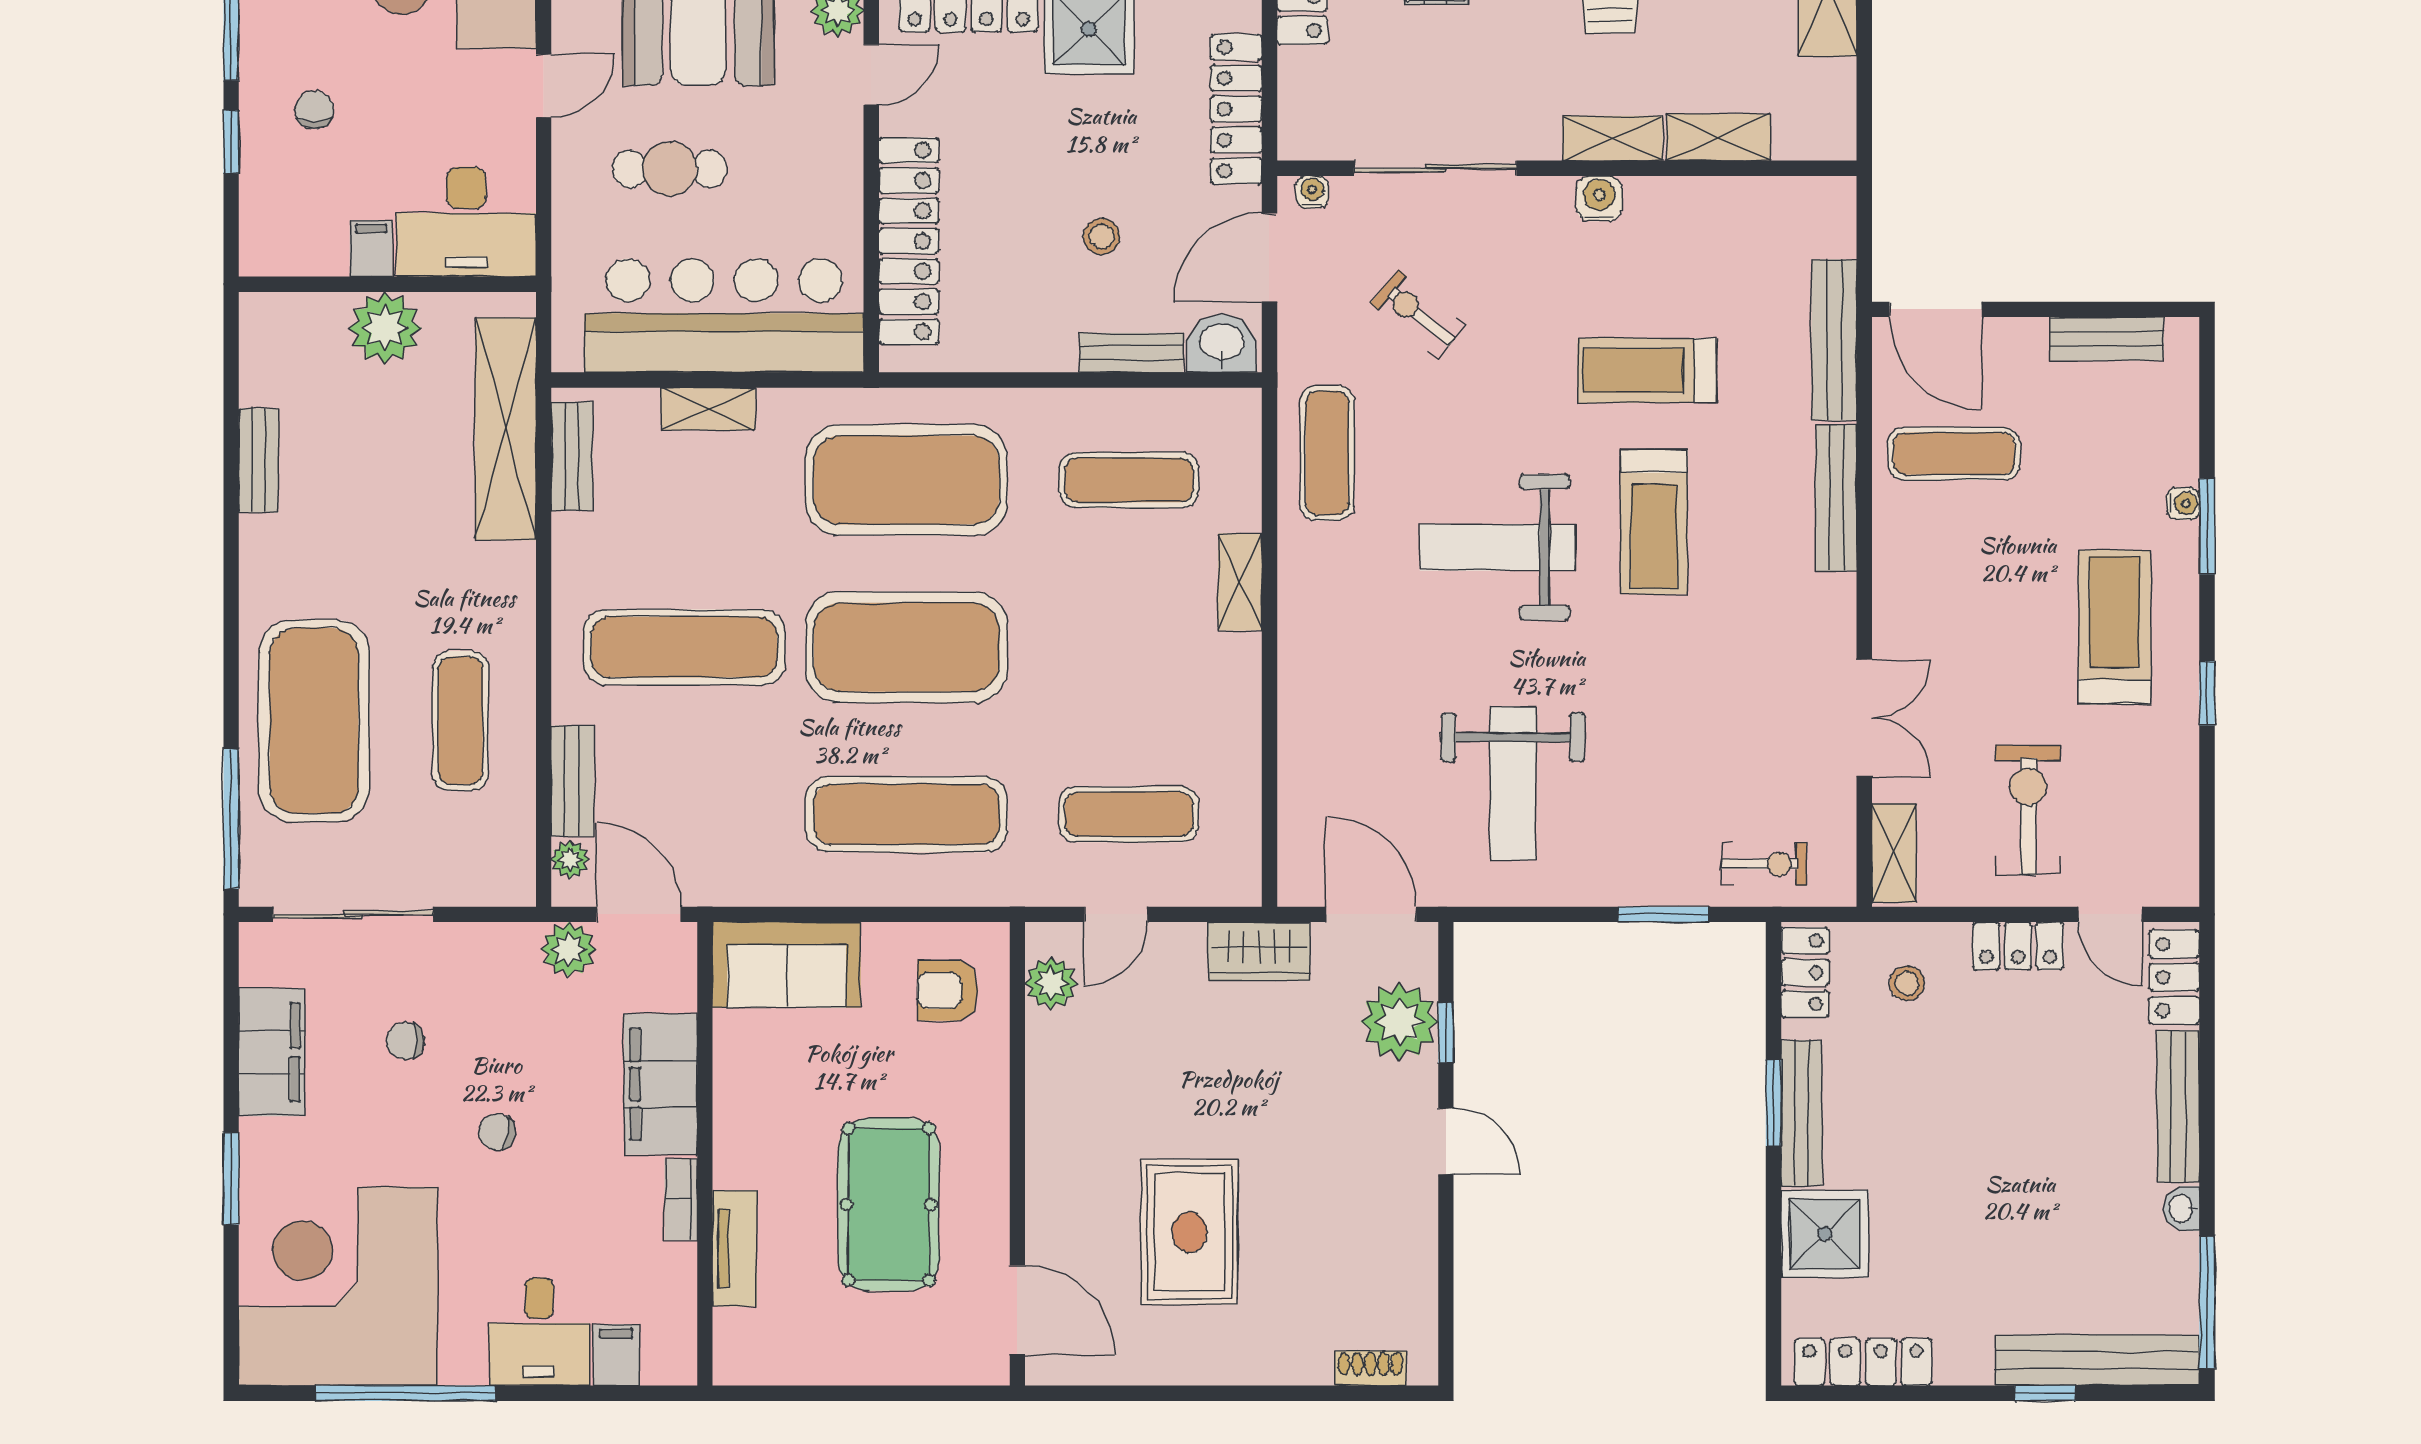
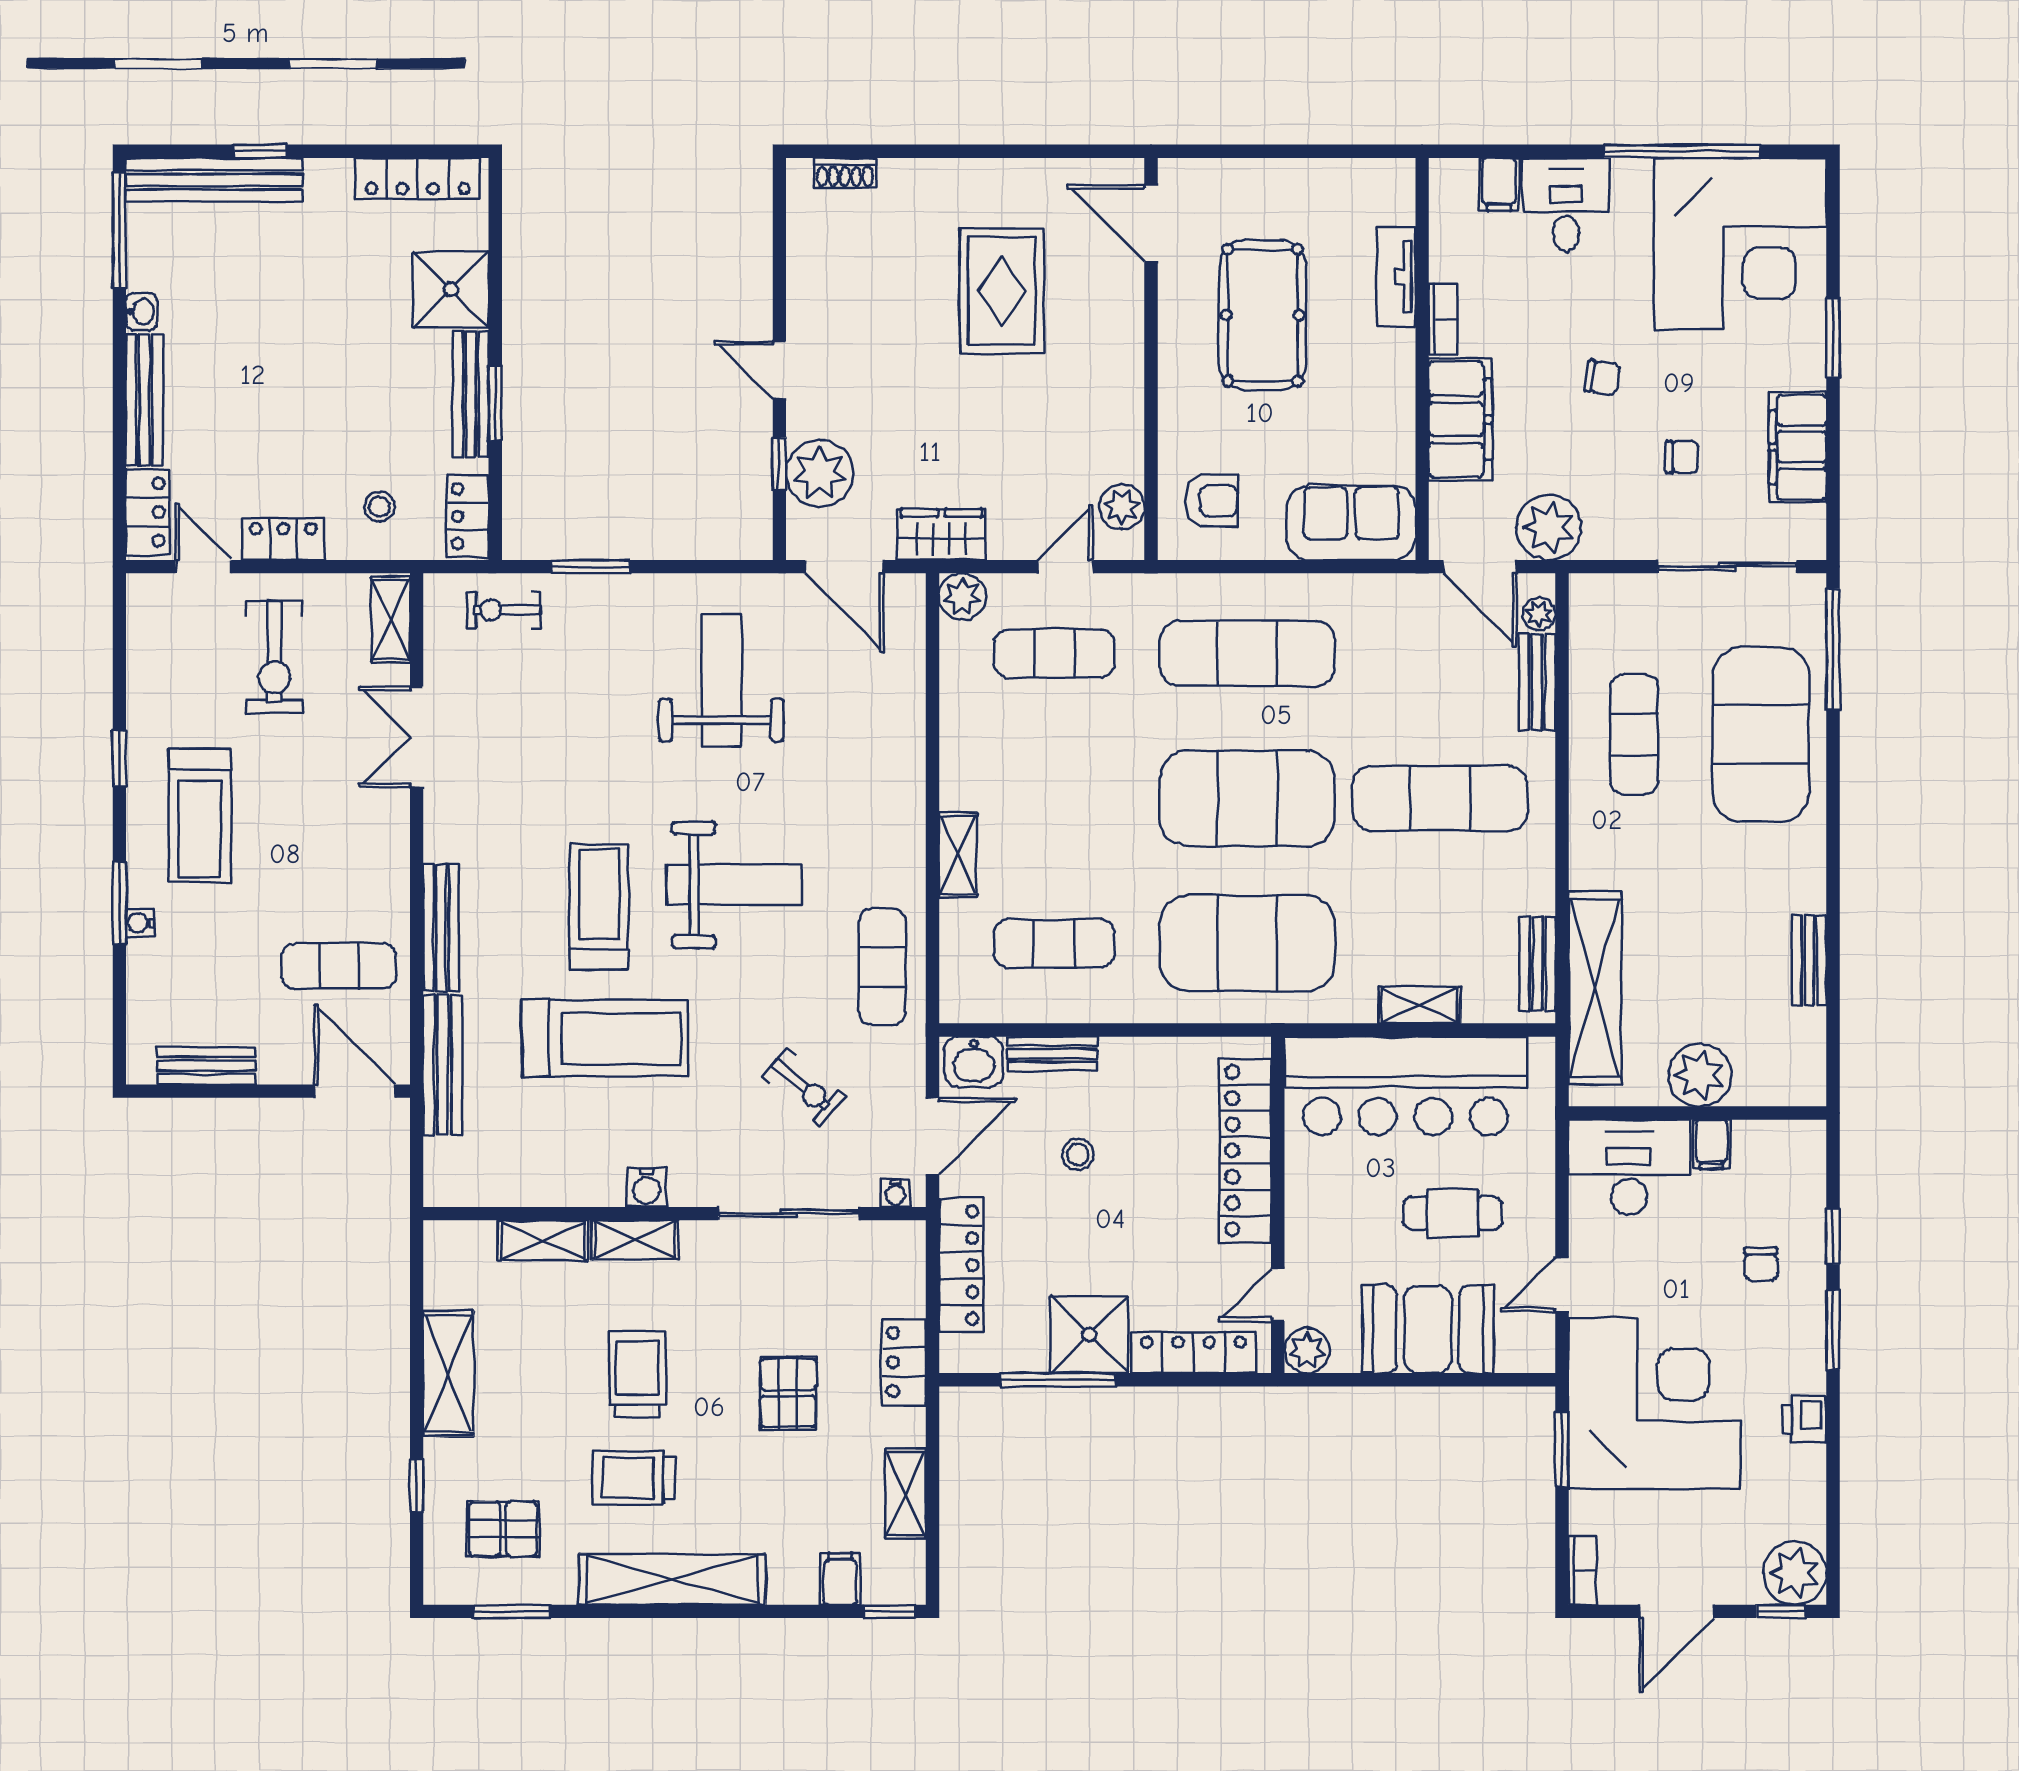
treadmill: (1647, 370) -> (605, 1038), width x1.37, depth x1.38
plant: (1235, 880) -> (962, 597), added
plant: (569, 949) -> (1549, 527), width x1.36, depth x1.36

